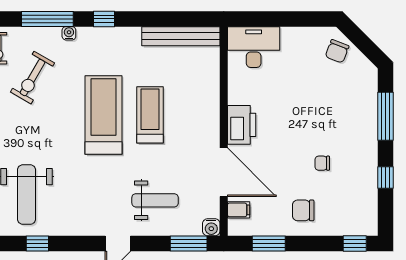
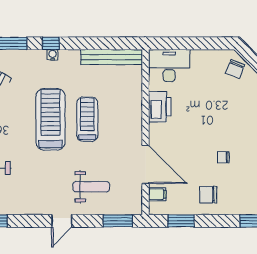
water cooler: (69, 33) -> (52, 55), moved
printer: (242, 125) -> (160, 107), moved
water cooler: (211, 227) -> (136, 208), removed

